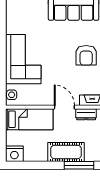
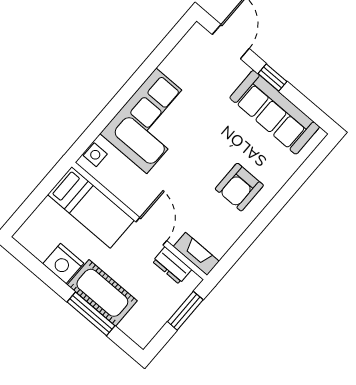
nightstand: (14, 154) -> (63, 263), moved
window: (79, 165) -> (91, 314), moved

